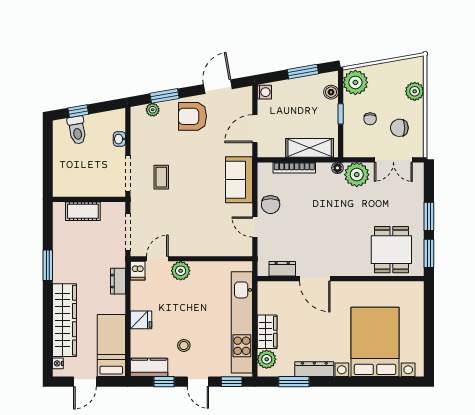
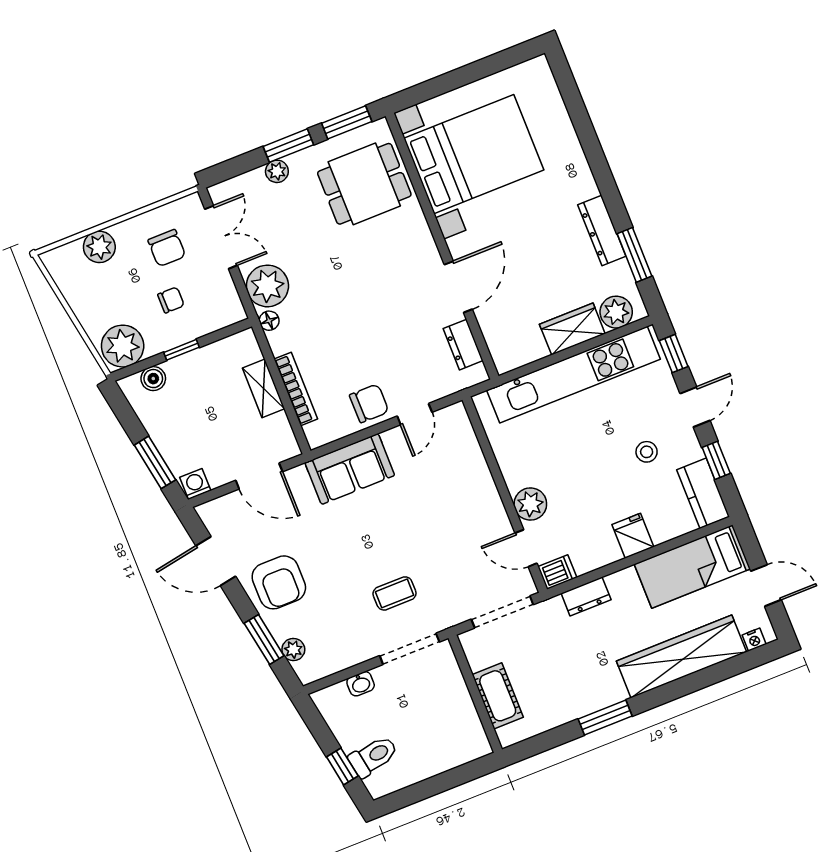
window: (303, 72) -> (155, 462), moved
shelving: (310, 148) -> (264, 388), width x0.67, depth x0.75
plant: (417, 205) -> (277, 171), added
bed with nightstands: (375, 342) -> (474, 154), moved, turned 180

